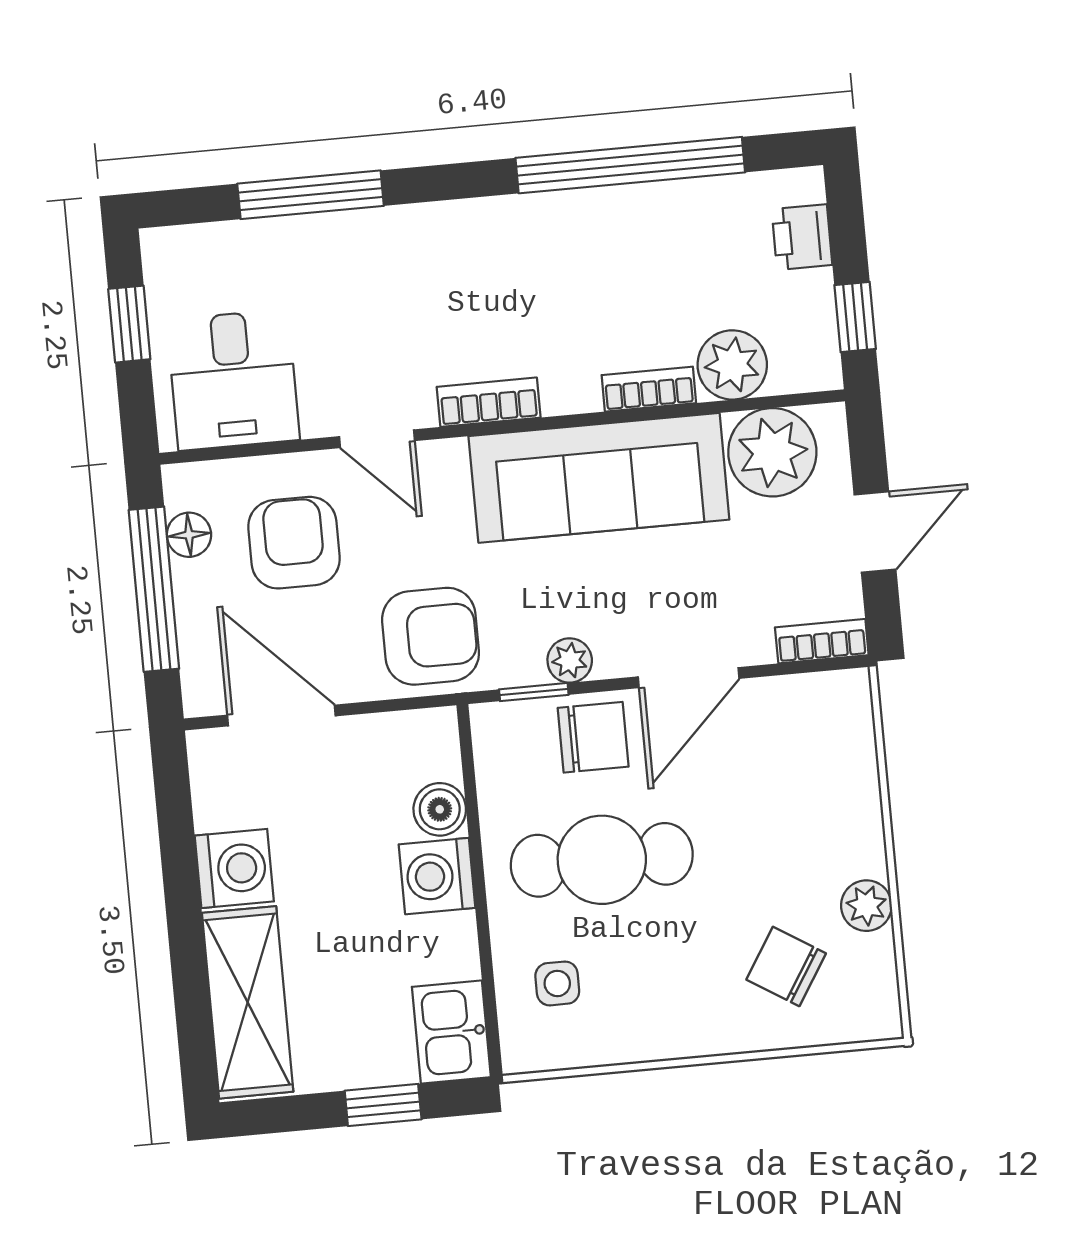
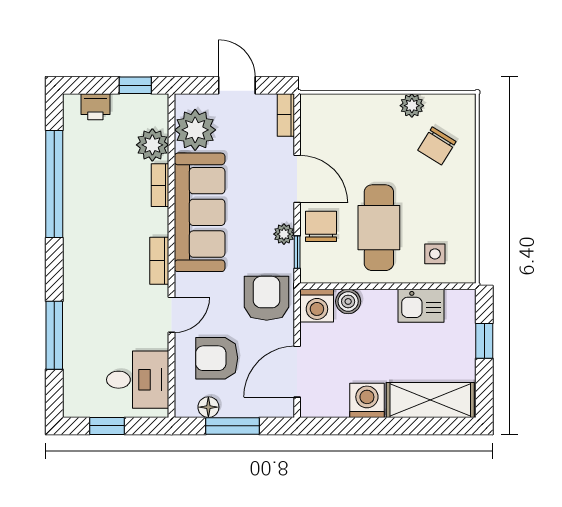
window: (154, 589) -> (232, 426), width x0.69
washing machine: (437, 876) -> (317, 306), moved
kitchen sink: (451, 1032) -> (421, 306), moved

